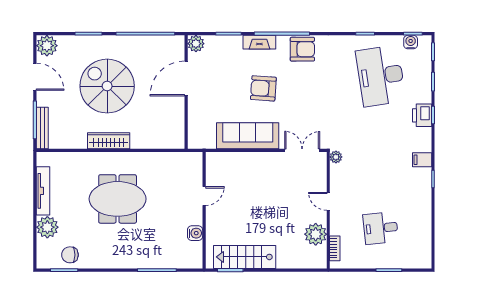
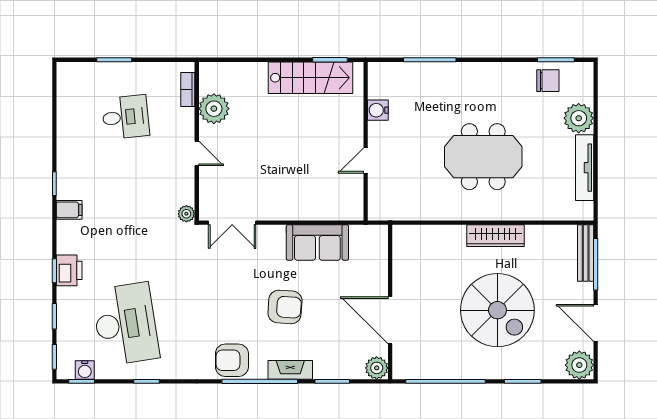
door: (186, 79) -> (390, 320), swing flipped
sofa: (248, 136) -> (317, 243), width x0.73

